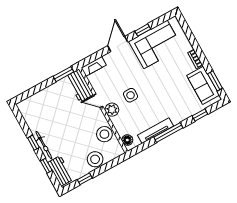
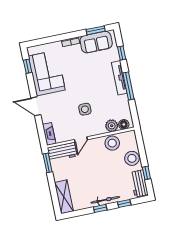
window: (143, 30) -> (28, 66), moved
shelving: (34, 102) -> (64, 197), added
plant: (112, 110) -> (112, 126), moved
tv unit: (156, 131) -> (119, 78), moved
workbench: (61, 171) -> (139, 183), moved, turned -90

